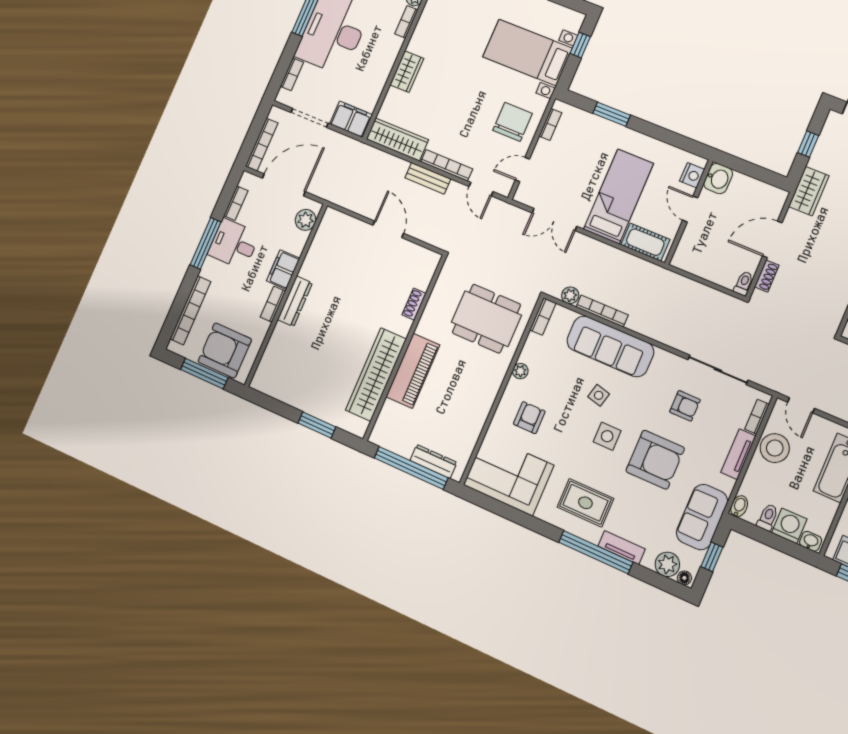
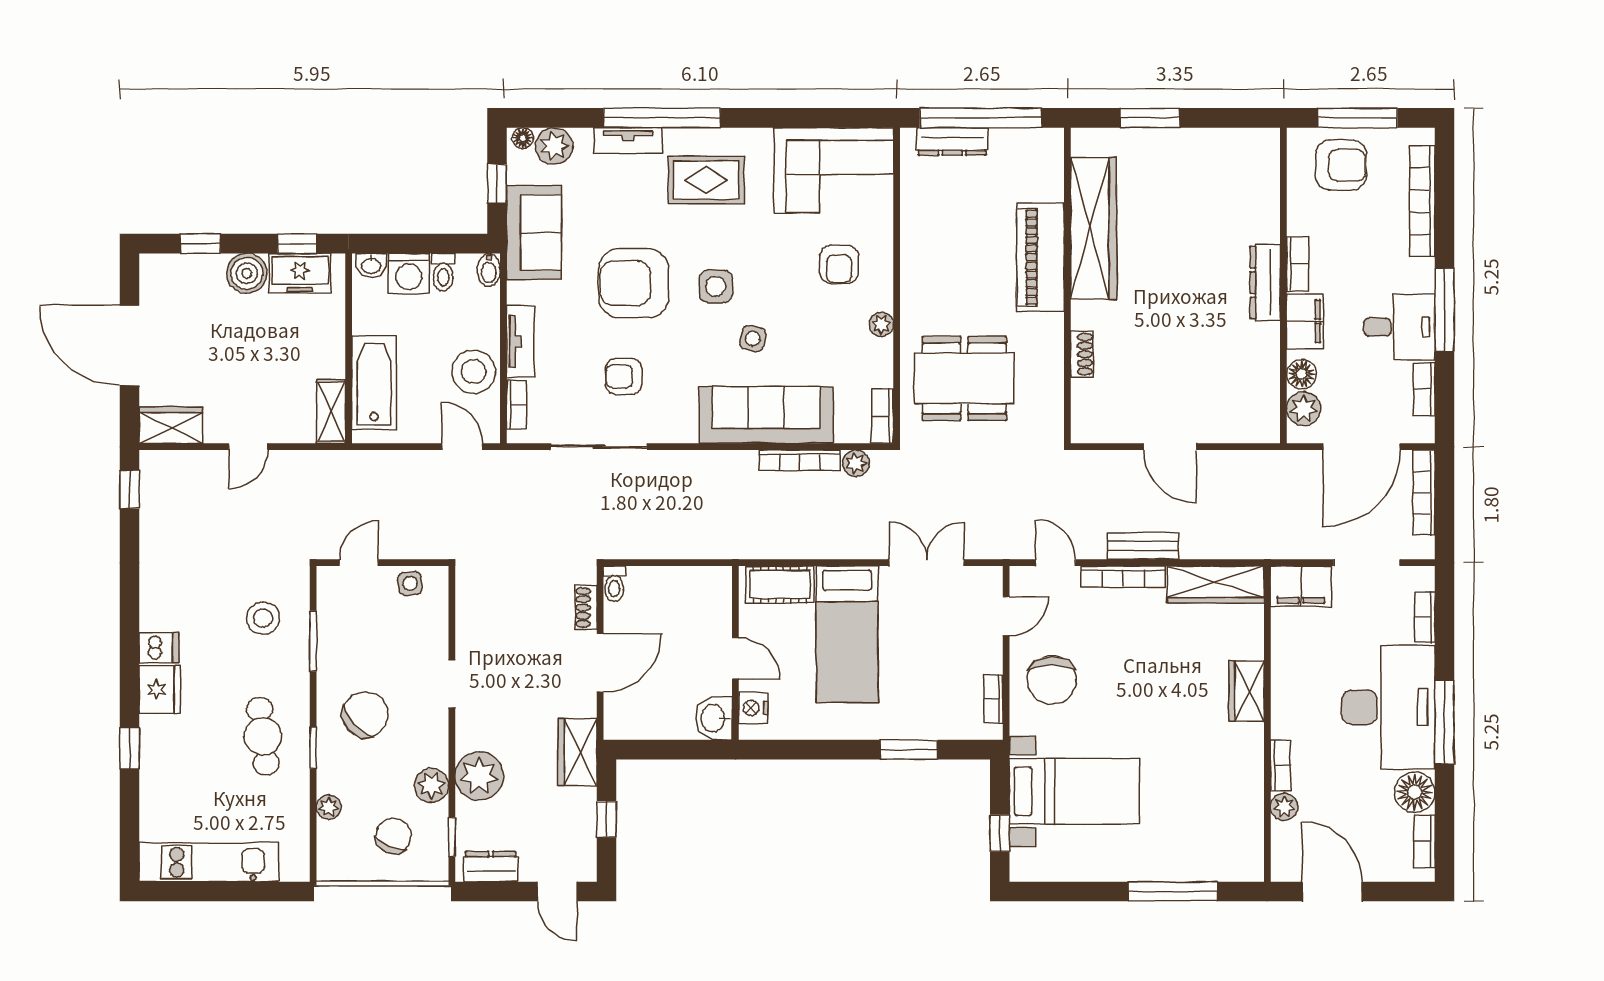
floor lamp: (298, 240) -> (1302, 374), added
armchair: (225, 350) -> (1341, 165), width x0.73, depth x0.73

